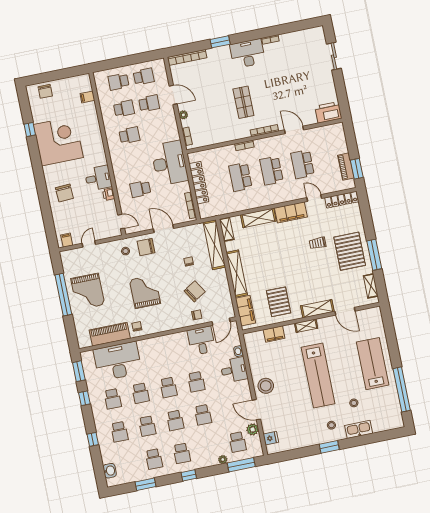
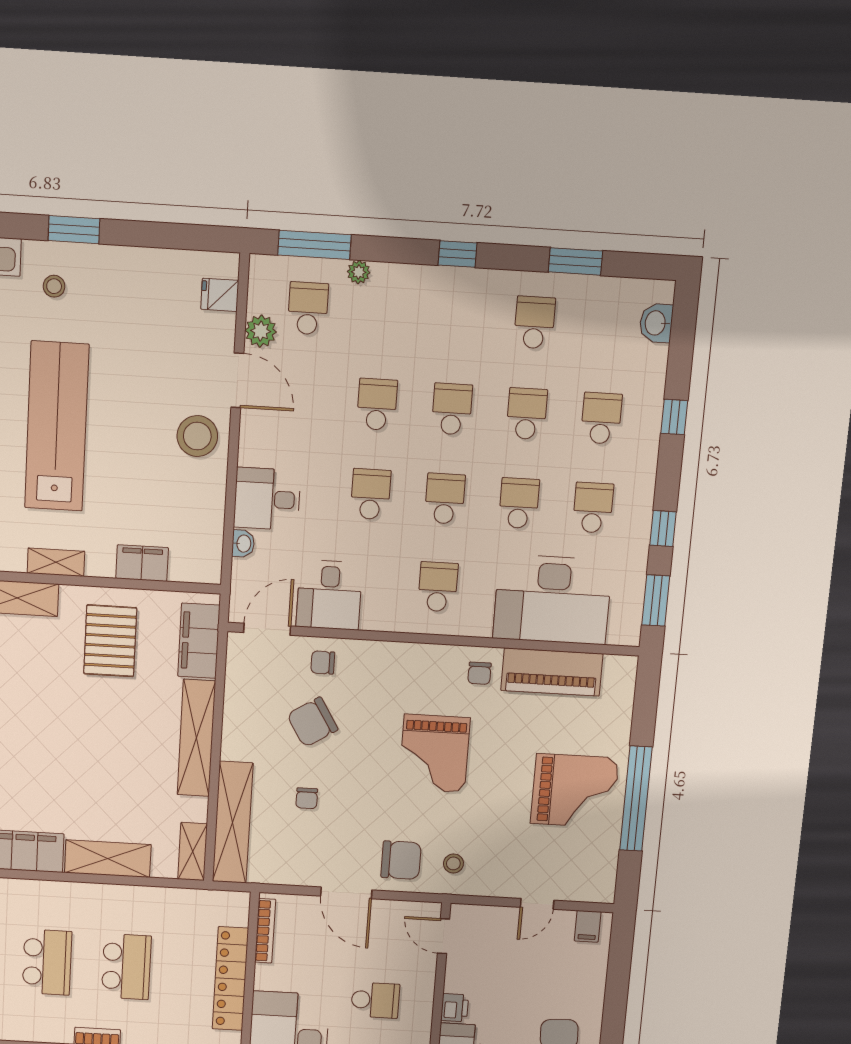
grand piano: (88, 291) -> (575, 791), turned 90
school desk: (182, 453) -> (438, 587), moved

